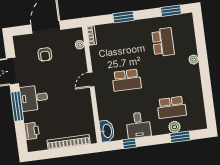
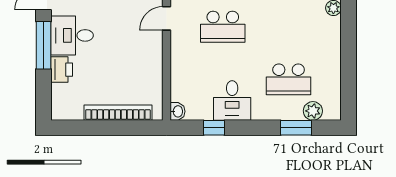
plant: (175, 127) -> (313, 111), moved
printer: (32, 131) -> (62, 70), moved
washbasin: (107, 131) -> (178, 111), width x0.52, depth x0.69

